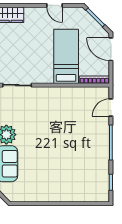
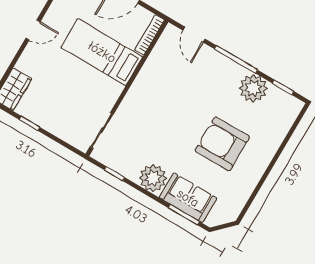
plant: (99, 164) -> (253, 88), added
armchair: (53, 165) -> (222, 144), added

